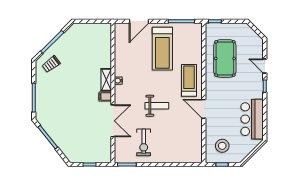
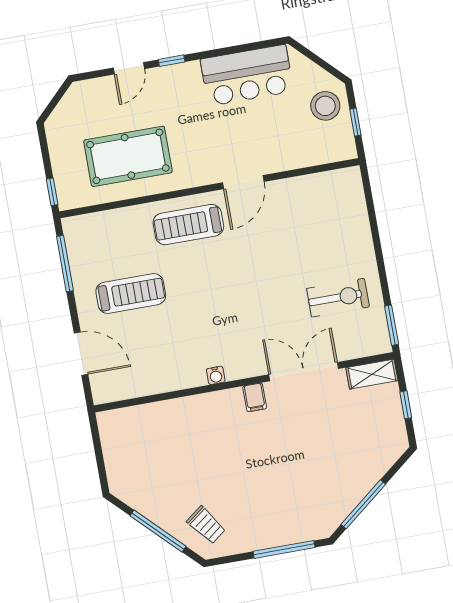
treadmill: (162, 49) -> (131, 293), width x0.73, depth x0.73
shelving: (106, 80) -> (372, 374), moved
weight bench: (157, 106) -> (255, 283), removed
stool: (222, 146) -> (325, 106), moved

